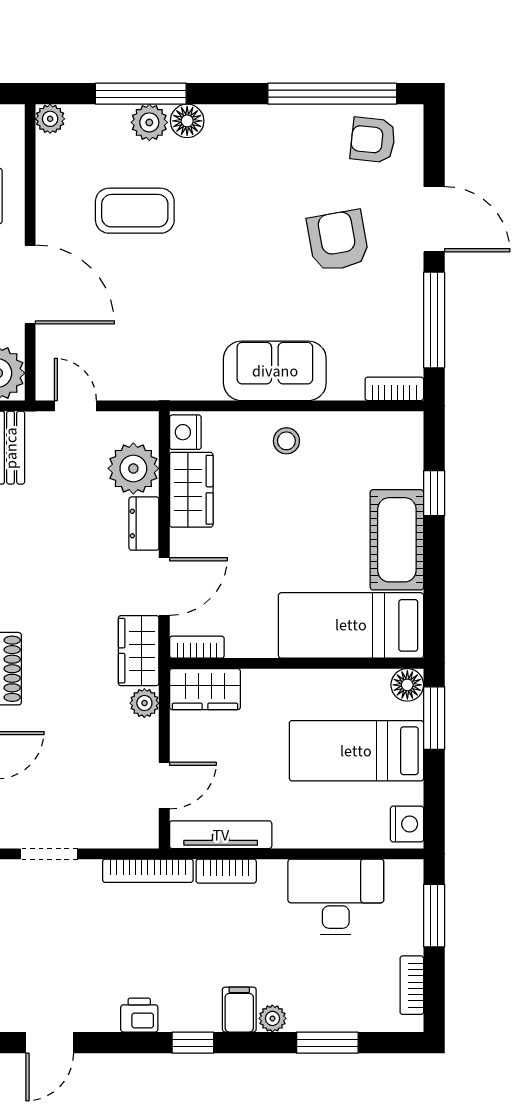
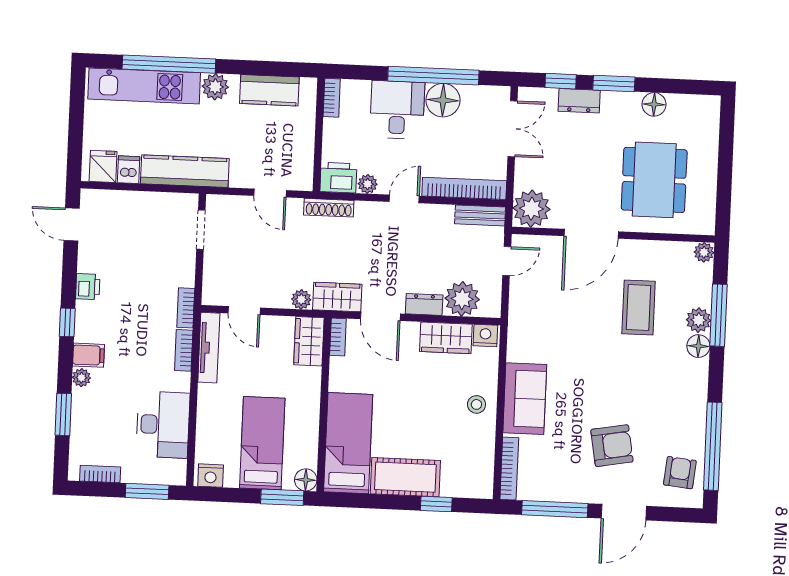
bookcase: (394, 389) -> (509, 469), width x1.56
bookcase: (148, 871) -> (186, 308), width x0.64

